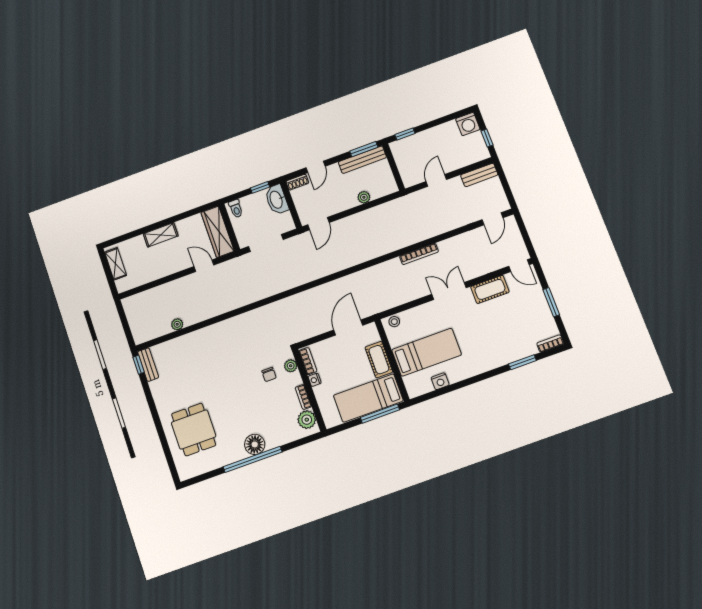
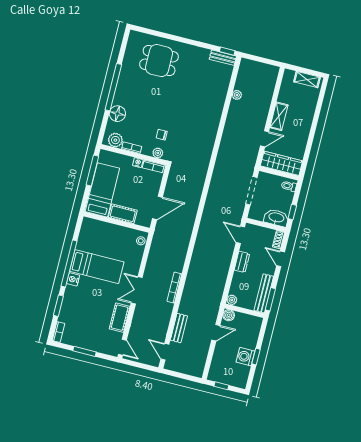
washing machine: (468, 124) -> (245, 357), moved
window: (405, 134) -> (256, 357), moved
bench: (479, 175) -> (179, 328), moved
boiler: (409, 180) -> (229, 315), added
door: (436, 180) -> (216, 333), hinge flipped
plant: (364, 197) -> (232, 300), moved
dresser: (345, 203) -> (242, 262), added
shelving: (161, 235) -> (279, 116), moved
door: (519, 266) -> (122, 347), swing flipped
double door: (449, 291) -> (137, 290), swing flipped
door: (348, 328) -> (157, 208), hinge flipped
bed: (427, 352) -> (97, 267), moved, turned -90
nightstand: (440, 381) -> (73, 279), moved
window: (470, 381) -> (69, 264), added
window: (380, 414) -> (92, 171), moved
floor lamp: (255, 444) -> (117, 114), moved

